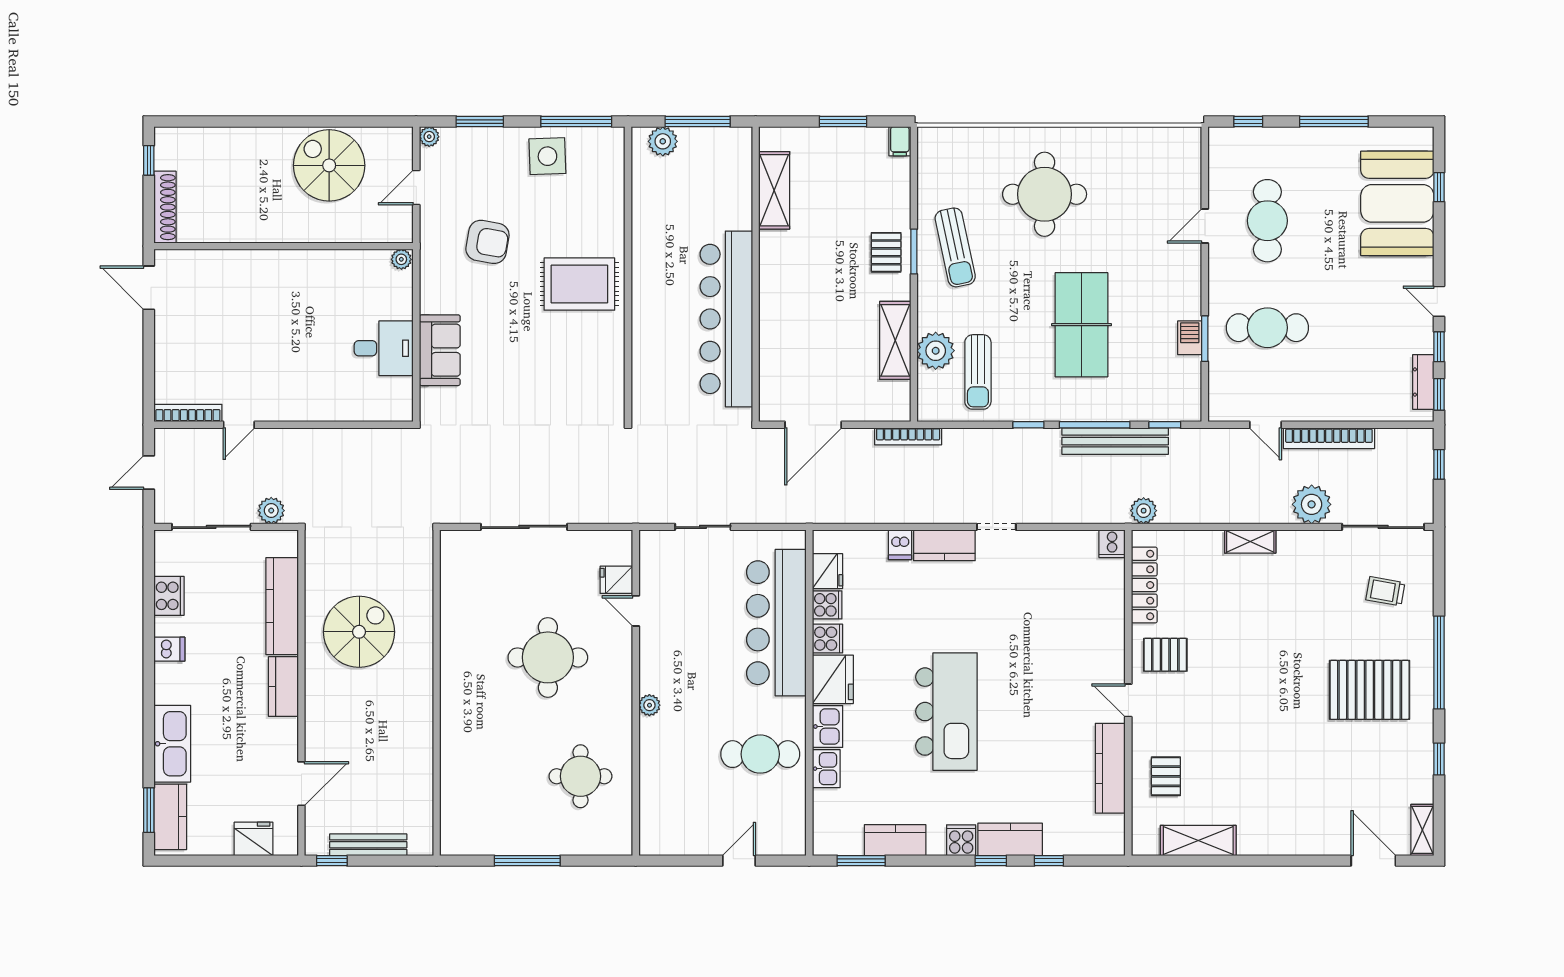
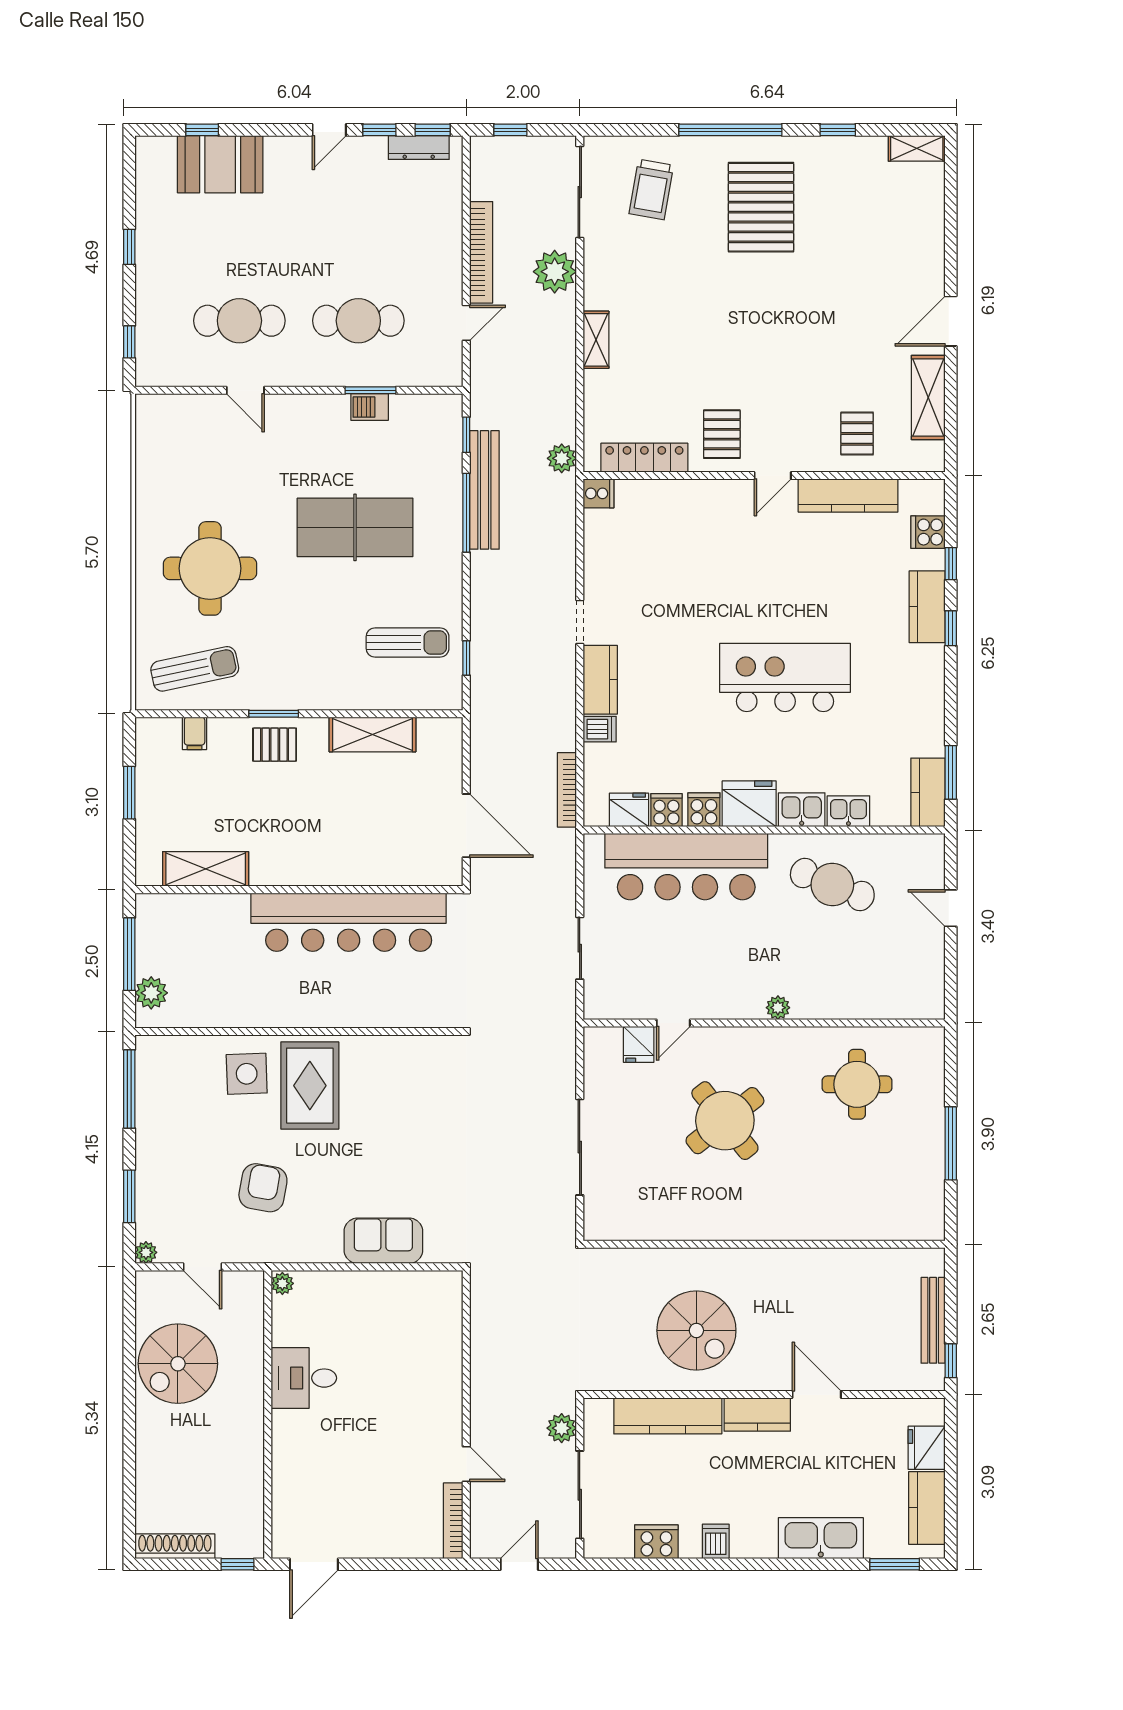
window: (1334, 122) -> (129, 247), width x0.46
filing cabinet: (900, 141) -> (195, 733), moved, turned 90
side table: (547, 156) -> (247, 1074), moved
window: (149, 160) -> (238, 1564), moved
booth: (1397, 203) -> (220, 164), width x0.73, depth x0.70
shoe rack: (165, 207) -> (175, 1546), moved
sun lounger: (955, 247) -> (195, 669), moved
cafe table: (1267, 328) -> (358, 321), turned 90
desk: (384, 348) -> (304, 1378), moved, turned -90
plant: (936, 351) -> (384, 689), removed
window: (1028, 425) -> (466, 658), moved
bookcase: (908, 436) -> (567, 790), moved, turned 180
door: (149, 472) -> (519, 1564), swing flipped
trolley: (1385, 591) -> (651, 190), width x1.36, depth x1.39
spiral stairs: (359, 632) -> (696, 1330), turned 180
round table: (548, 657) -> (725, 1121), turned -38
cafe table: (760, 754) -> (832, 885), turned -68
pallet: (1166, 776) -> (857, 434), turned 90
door: (301, 784) -> (817, 1395), moved
kitchen counter: (170, 817) -> (927, 1508), moved, turned -90
kitchen counter: (895, 840) -> (928, 792), moved
cooker: (961, 840) -> (928, 532), moved
door: (1373, 861) -> (951, 321), moved

